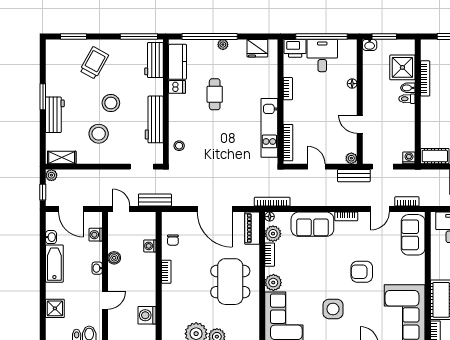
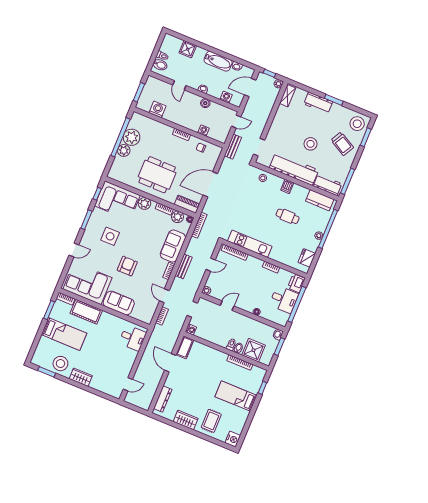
dishwasher: (177, 87) -> (287, 186), moved
workbench: (154, 119) -> (294, 169), width x1.36, depth x1.32
stool: (99, 134) -> (357, 124), moved
bench: (354, 176) -> (184, 266), moved
sofa: (413, 235) -> (119, 303), moved

